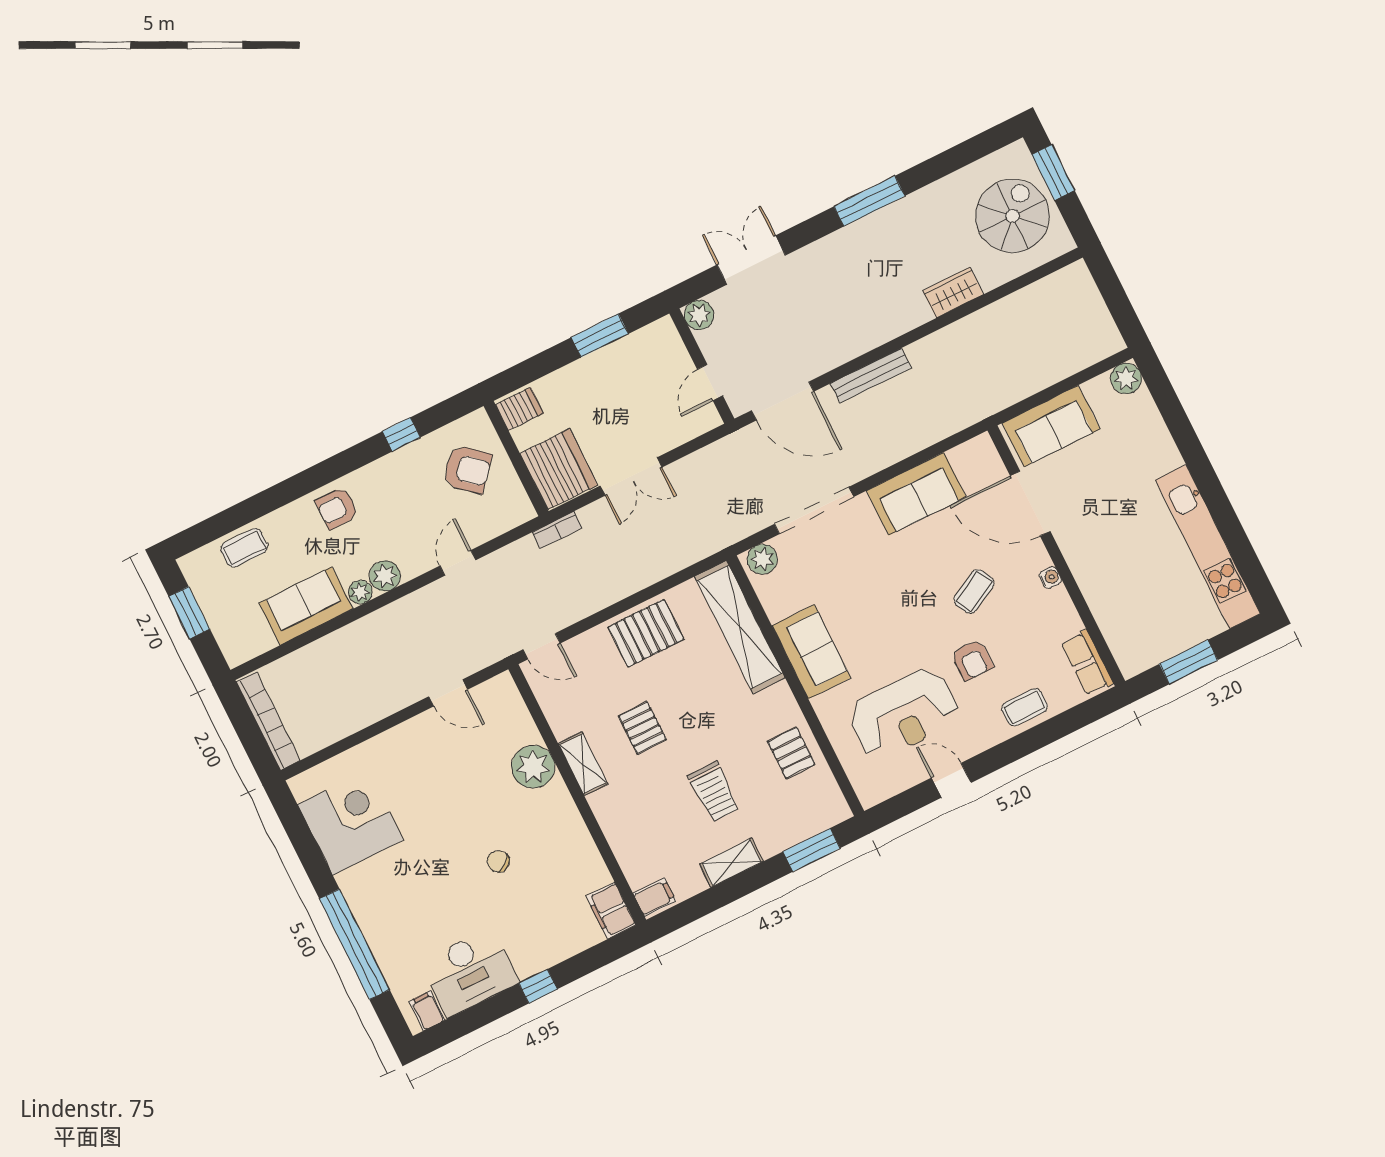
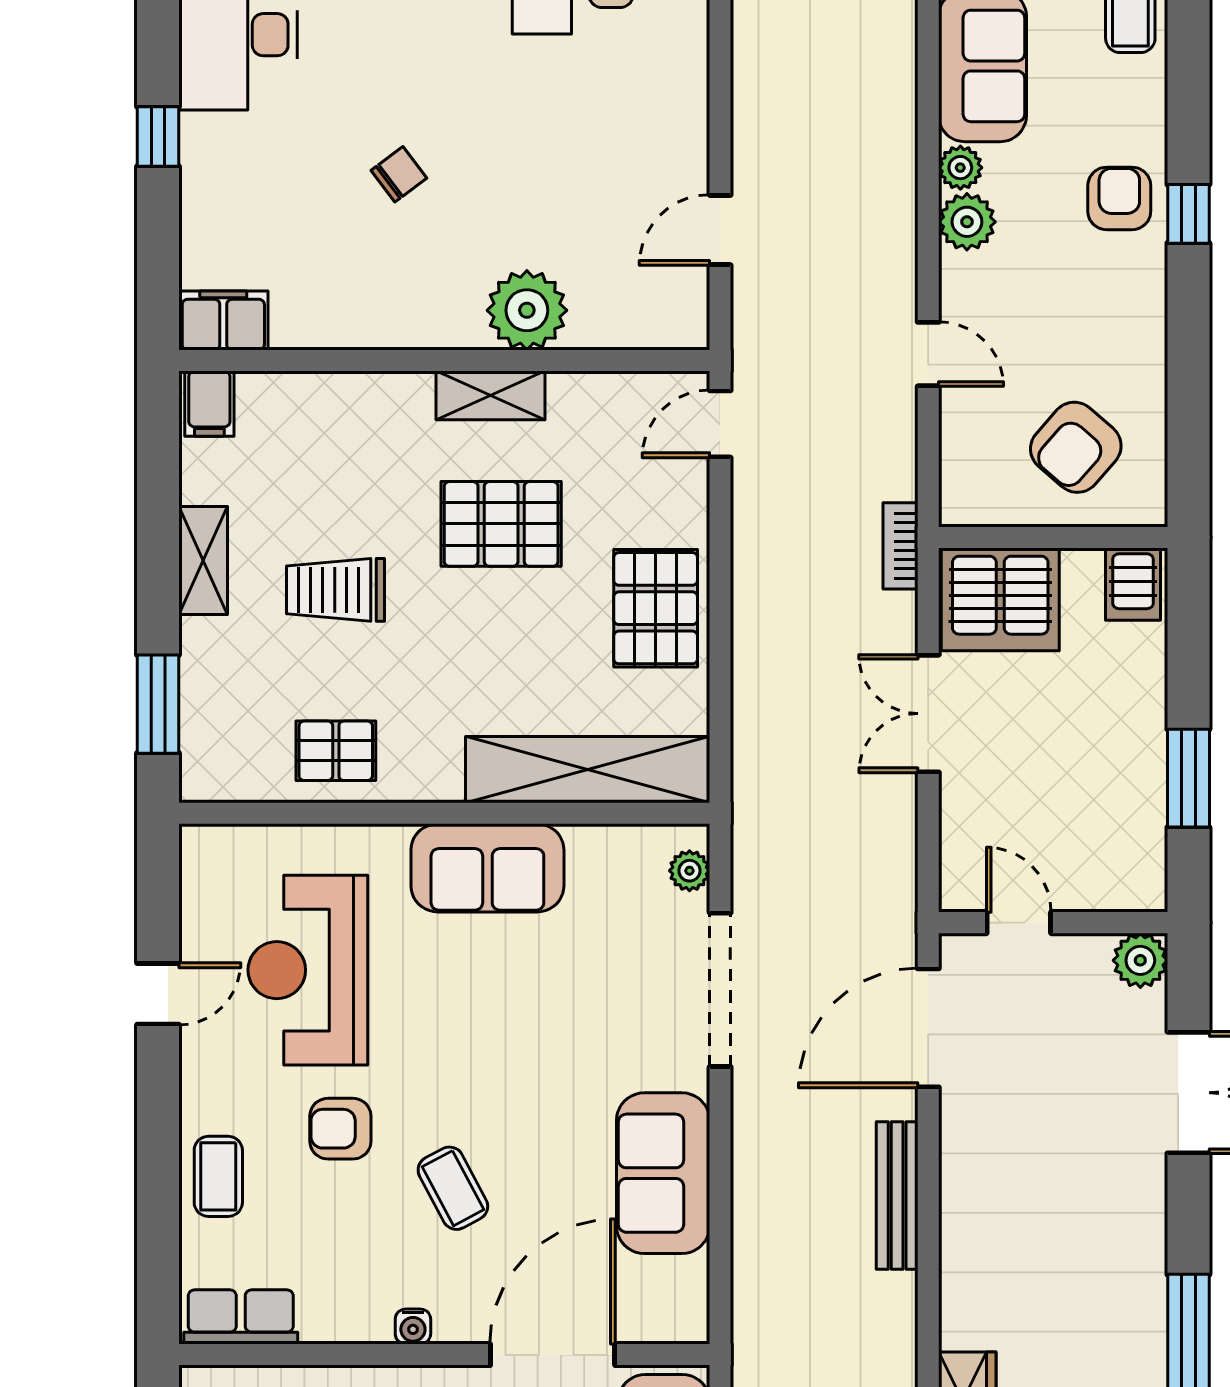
window: (401, 434) -> (1188, 214), moved
plant: (762, 559) -> (689, 871), width x0.73, depth x0.73
pallet: (642, 728) -> (501, 524), width x1.50, depth x1.42

